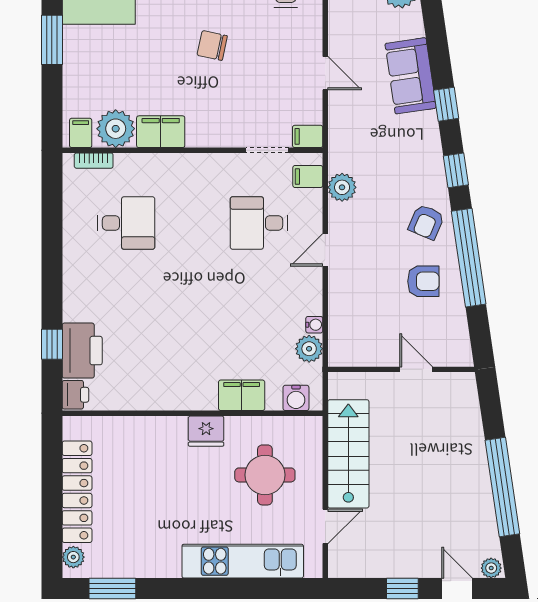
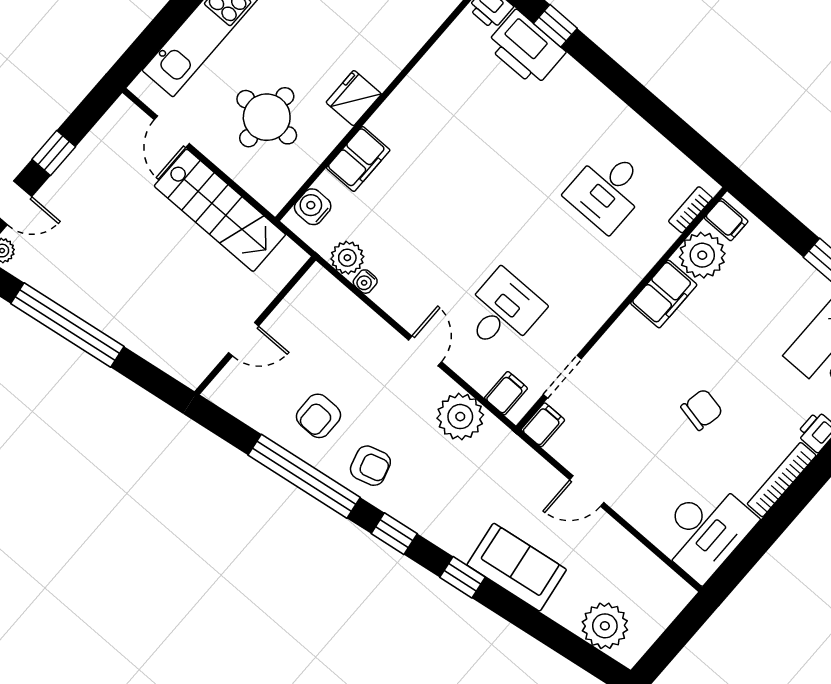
plant: (342, 187) -> (460, 417), width x1.36, depth x1.36
armchair: (426, 222) -> (370, 466), turned 141

